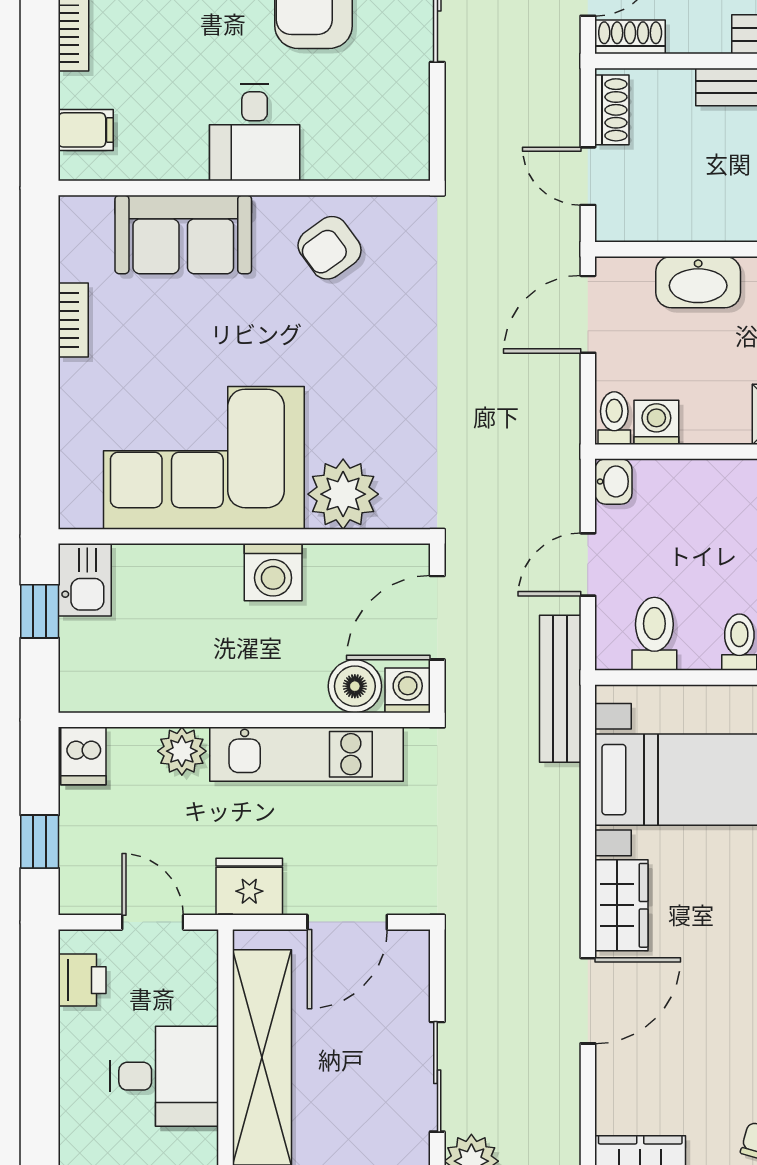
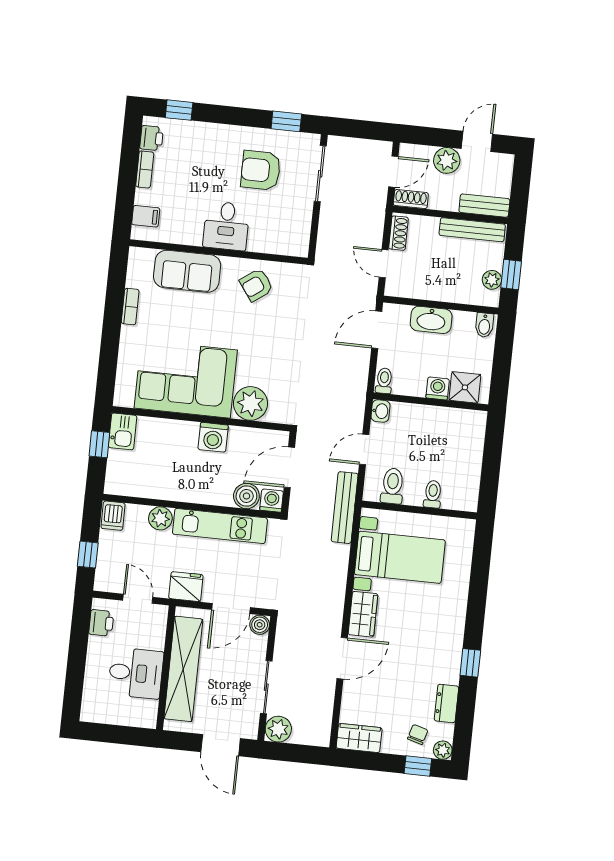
washing machine: (656, 422) -> (438, 388), moved
boiler: (410, 949) -> (260, 625), added

